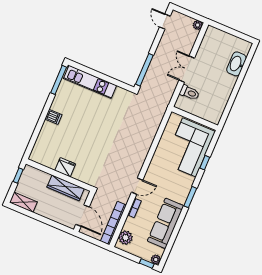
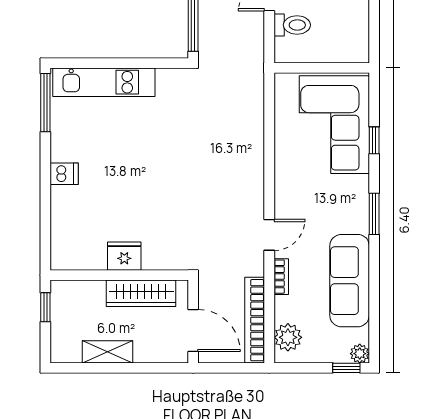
shelving: (23, 202) -> (108, 352), moved

